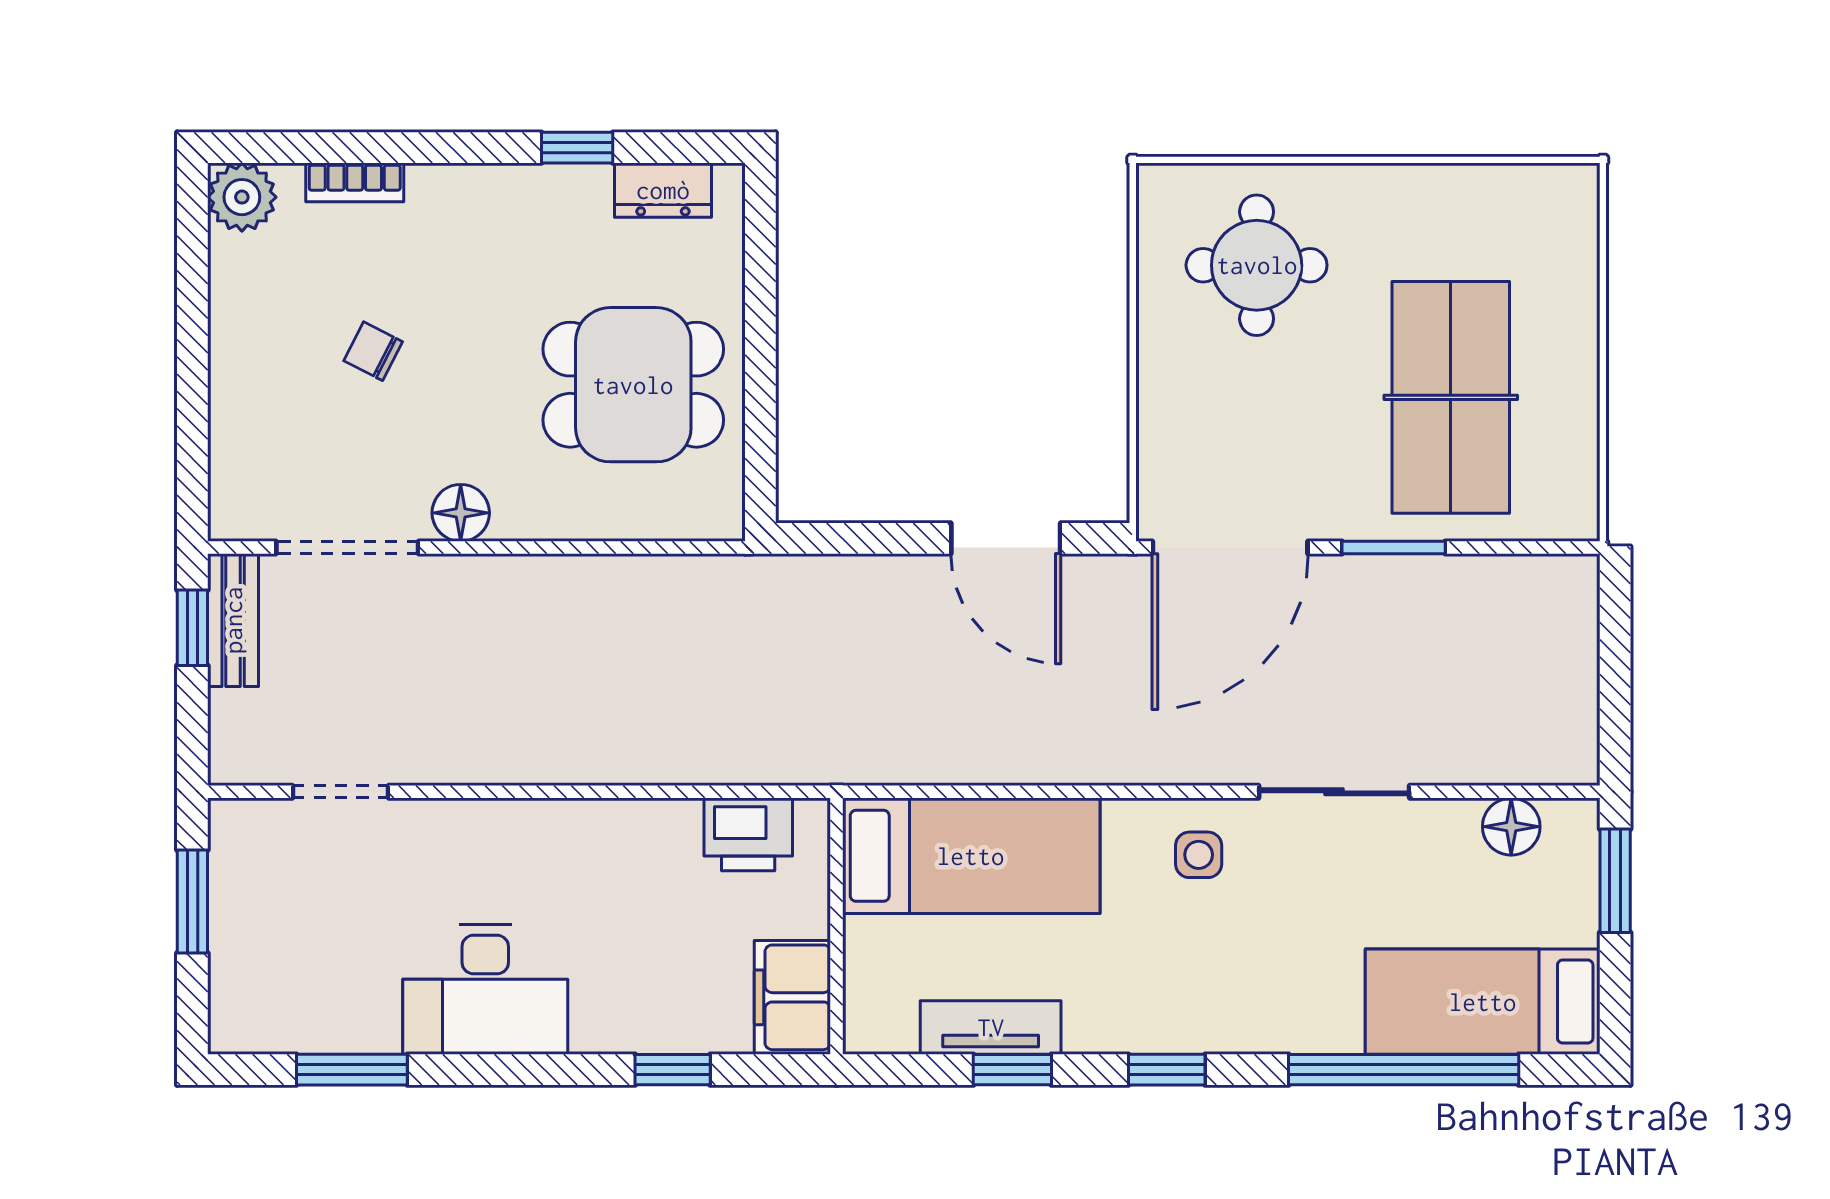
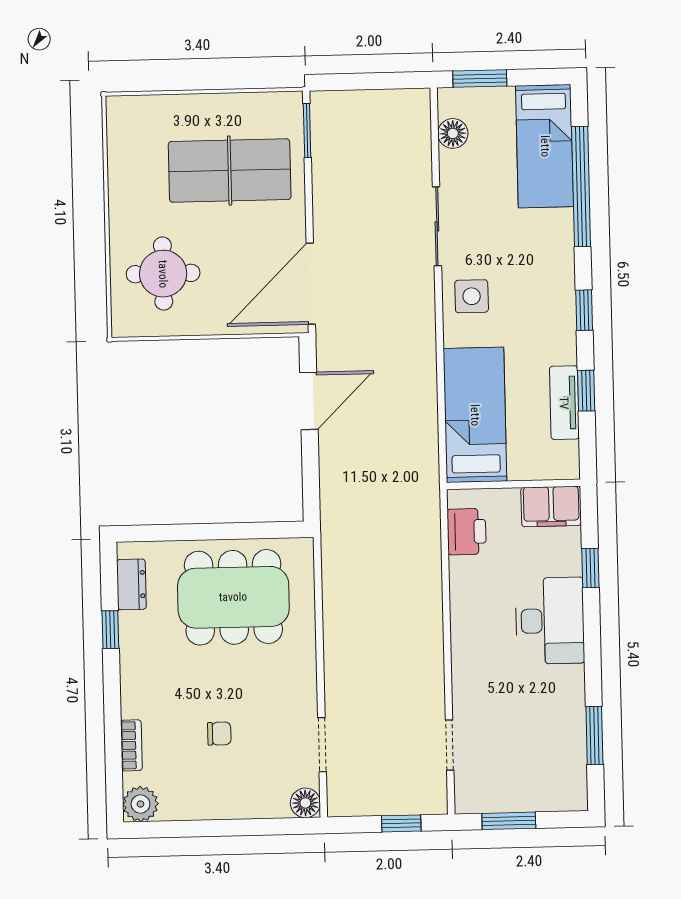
chair: (373, 351) -> (219, 734), turned -117
dining table: (633, 385) -> (233, 597), width x1.38
floor lamp: (461, 513) -> (305, 803), moved
doorway: (347, 548) -> (322, 745), width x0.73
door: (1230, 548) -> (311, 284), swing flipped
window: (1394, 548) -> (307, 131), moved
bench: (233, 620) -> (361, 803), removed
window: (192, 628) -> (401, 823), moved
side table: (1199, 855) -> (472, 296), width x1.37, depth x1.37
desk: (485, 990) -> (550, 621), moved

